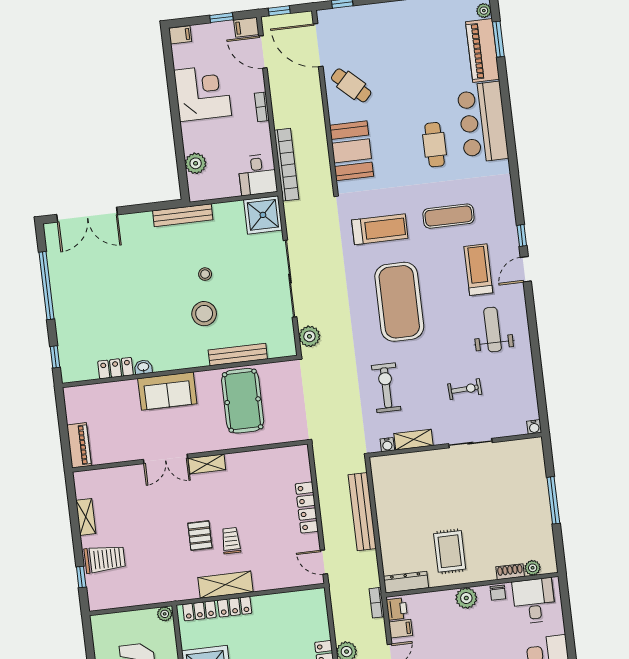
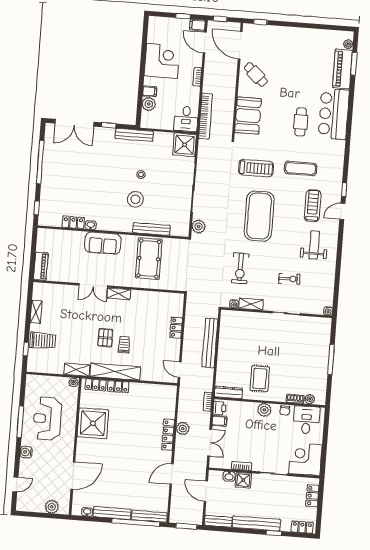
filing cabinet: (180, 35) -> (150, 91), moved
window: (141, 208) -> (109, 125), added
exercise bike: (386, 388) -> (240, 268), turned 180
locker: (307, 508) -> (176, 328), width x0.66
shelving: (225, 585) -> (115, 372), width x1.47
shelving: (166, 594) -> (77, 370), added

